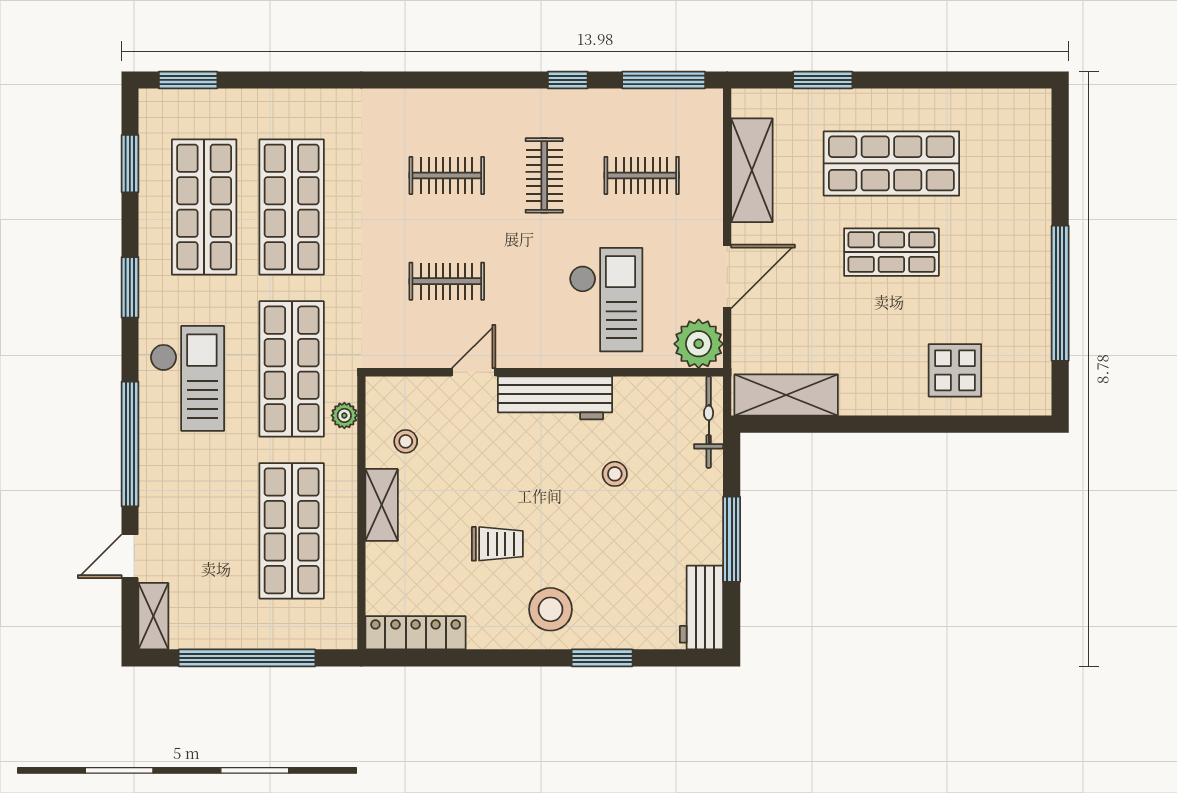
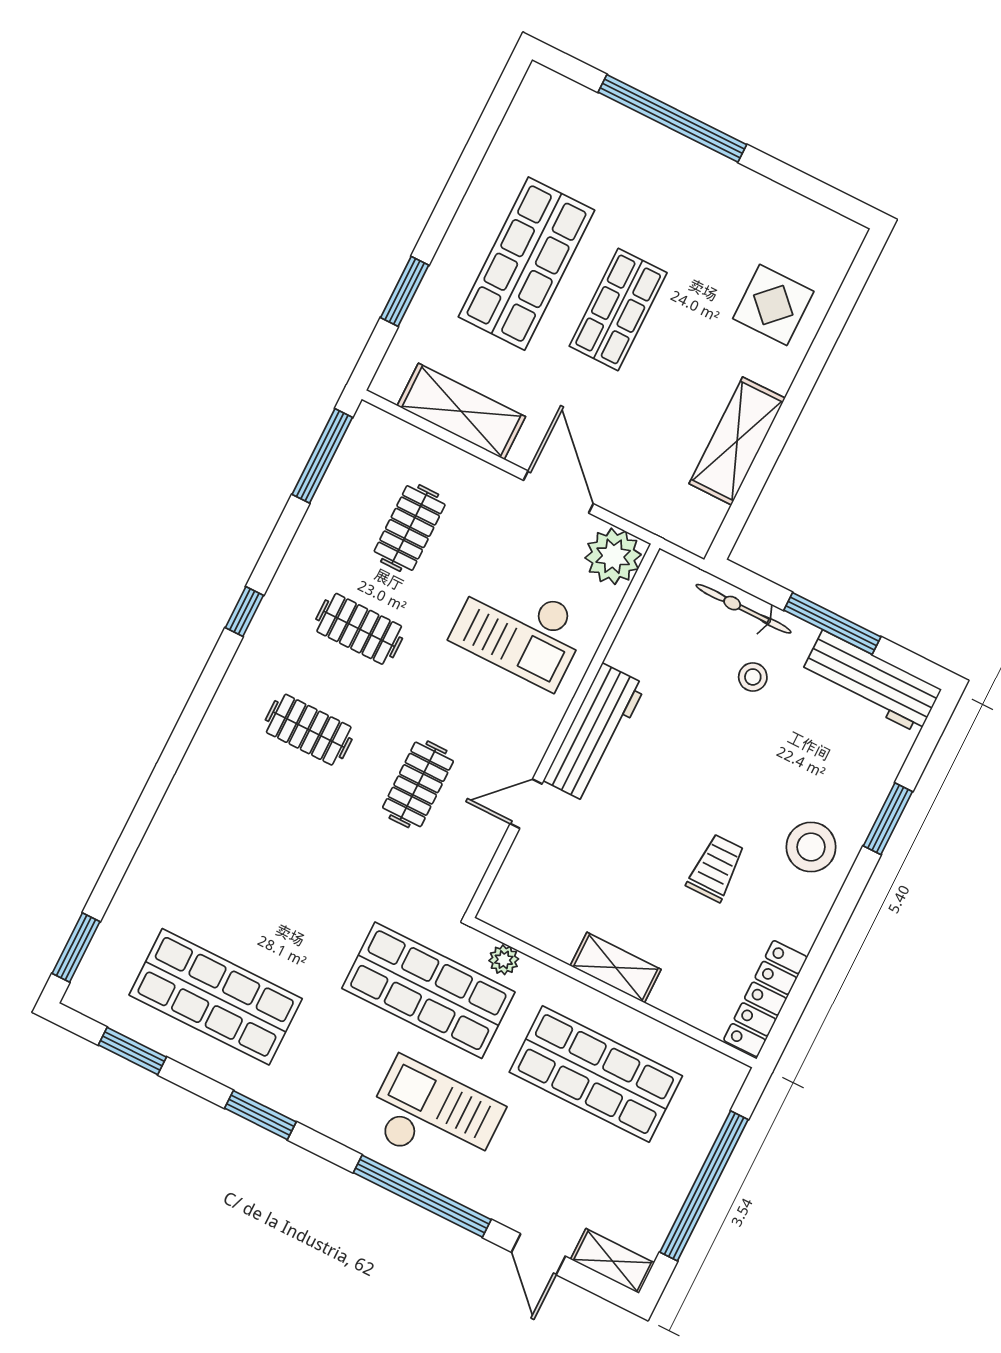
window: (568, 80) -> (244, 611), moved
clothes rail: (447, 175) -> (309, 730), turned 90
shop shelf: (292, 207) -> (261, 906), removed
window: (1060, 293) -> (672, 118), moved
checkout: (606, 300) -> (519, 629), turned 180
door: (474, 372) -> (526, 804), hinge flipped
checkout: (187, 378) -> (434, 1118), moved
shelving: (786, 395) -> (737, 441), moved
bicycle: (709, 422) -> (744, 609), moved
stool: (406, 441) -> (562, 910), removed
stool: (615, 474) -> (753, 677), moved
workbench: (701, 607) -> (871, 682), width x1.38

